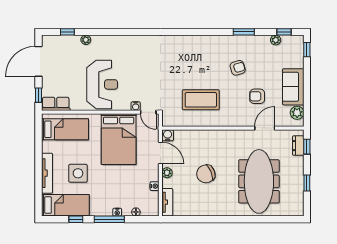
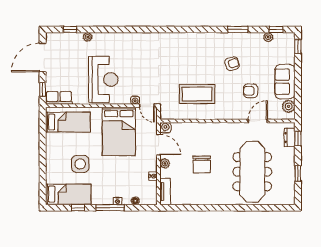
tv unit: (47, 173) -> (51, 164), removed
chair: (206, 174) -> (202, 165), turned -68

